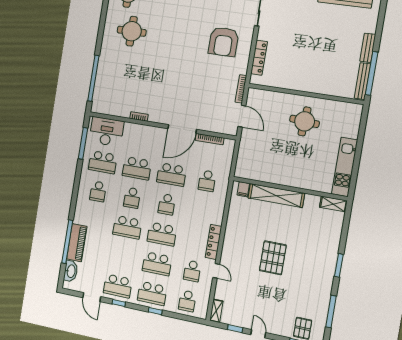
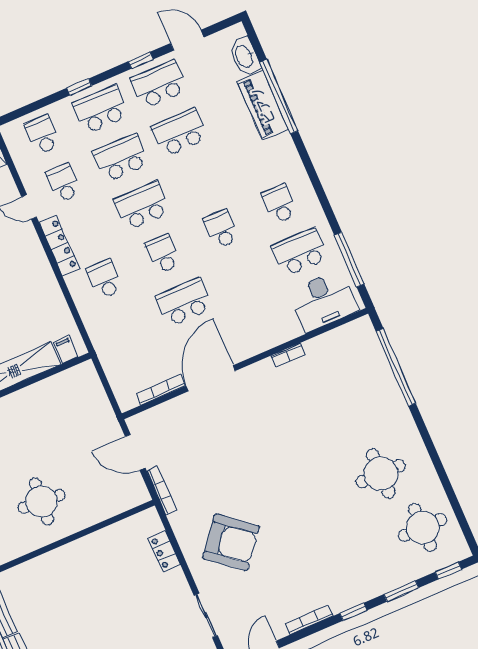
armchair: (223, 42) -> (231, 542), turned 129
locker: (259, 58) -> (164, 551), width x0.66
school desk: (137, 168) -> (242, 277), removed
school desk: (207, 181) -> (105, 279), moved
school desk: (127, 227) -> (179, 133), moved

